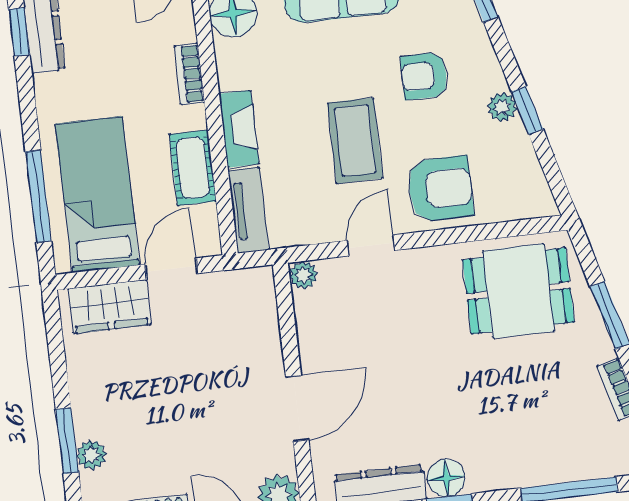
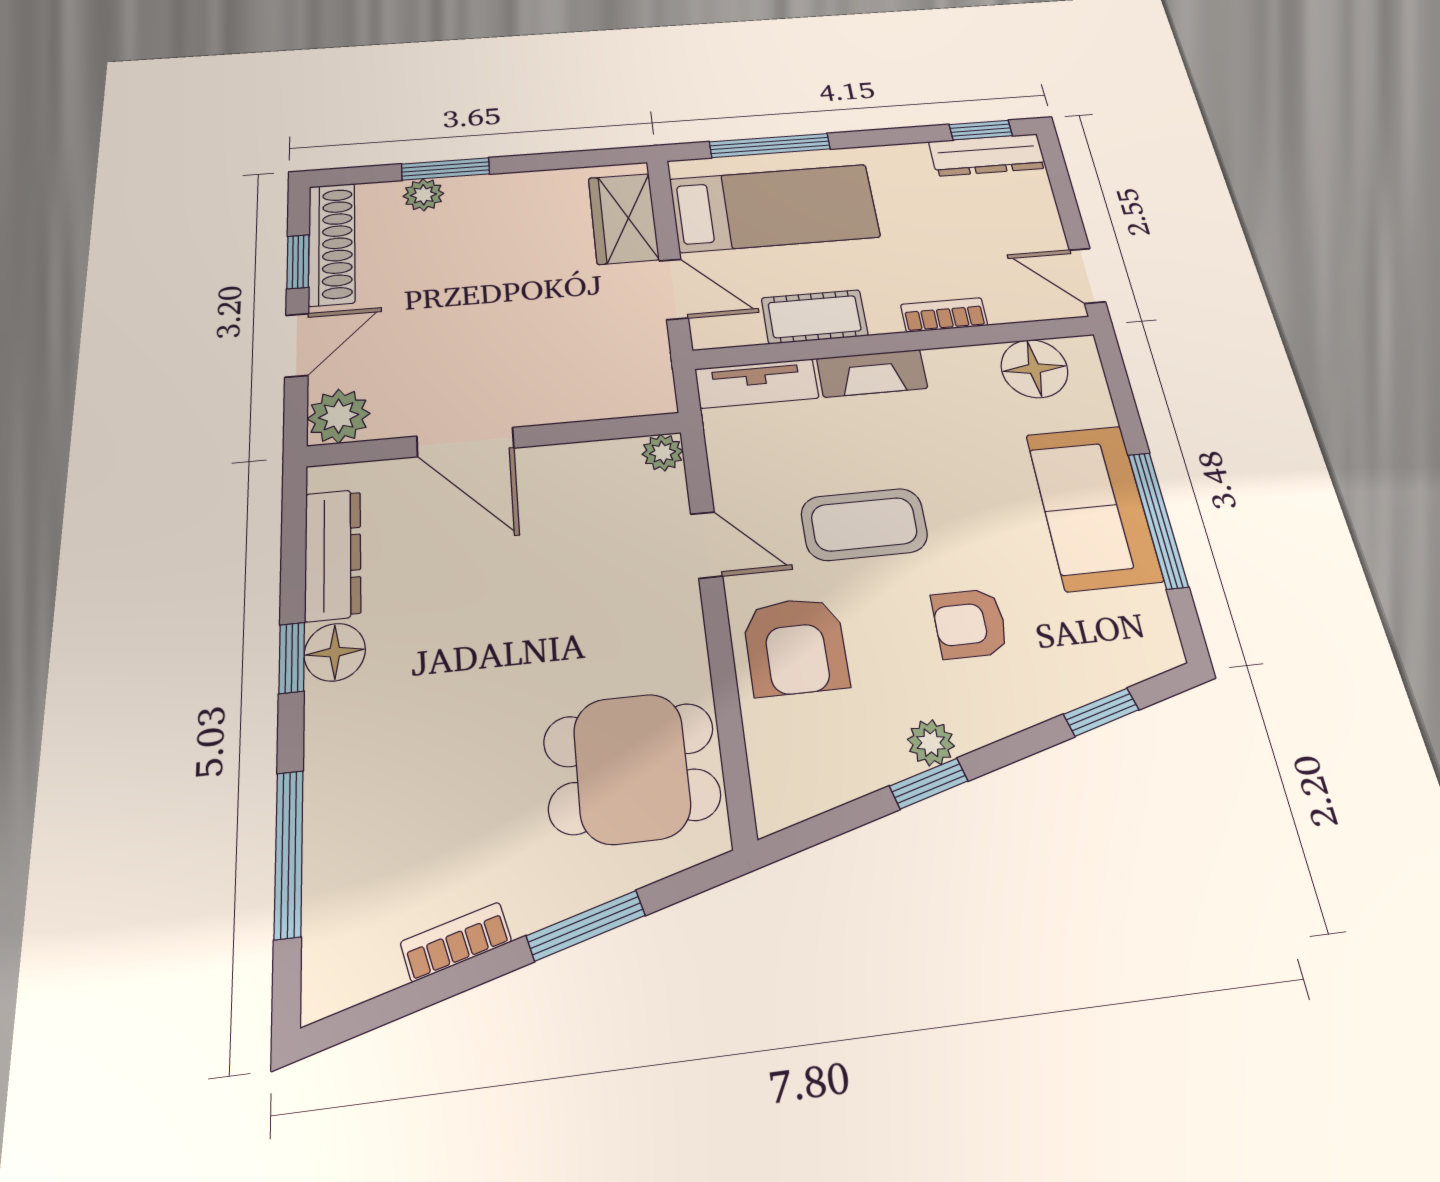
armchair: (424, 76) -> (970, 624), turned -90
dining table: (518, 291) -> (632, 768), turned 90

